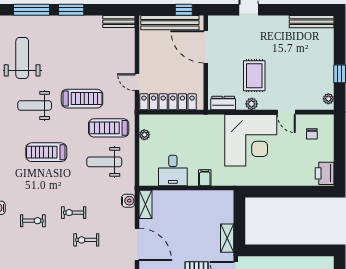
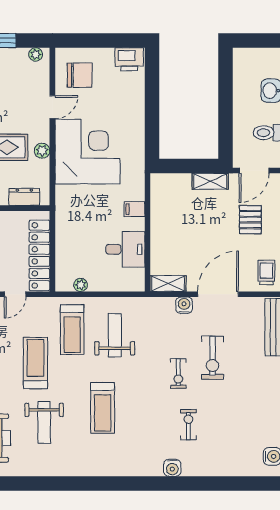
dresser: (223, 103) -> (24, 197), moved, turned 90
chair: (312, 134) -> (80, 75), width x1.87, depth x1.87
weight bench: (104, 162) -> (115, 335), turned 180
water cooler: (128, 201) -> (184, 305), moved
exercise bike: (86, 240) -> (213, 358), width x1.38, depth x1.39

